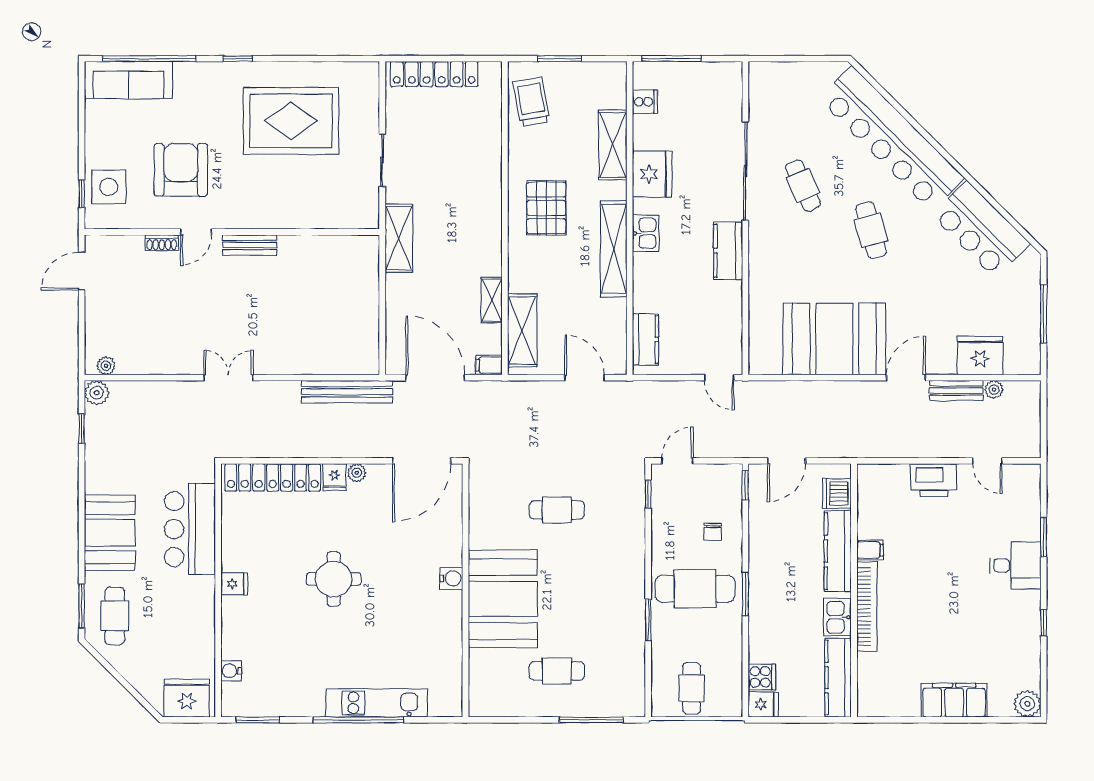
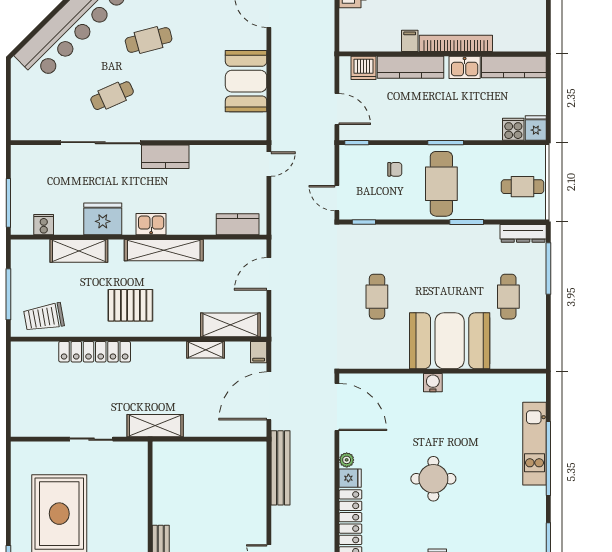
window: (560, 59) -> (8, 294), width x1.44
locker: (434, 74) -> (95, 352), moved, turned 90
booth: (834, 339) -> (246, 81), width x0.73, depth x0.70
dresser: (634, 689) -> (523, 233), added

